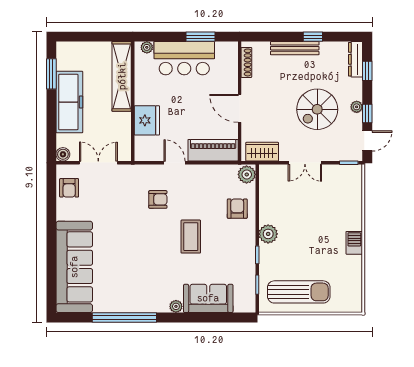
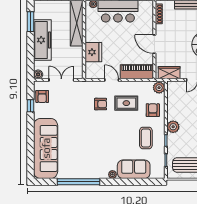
rug: (197, 198) -> (126, 103), added
window: (51, 202) -> (30, 106), added
coffee table: (191, 237) -> (146, 138), moved

